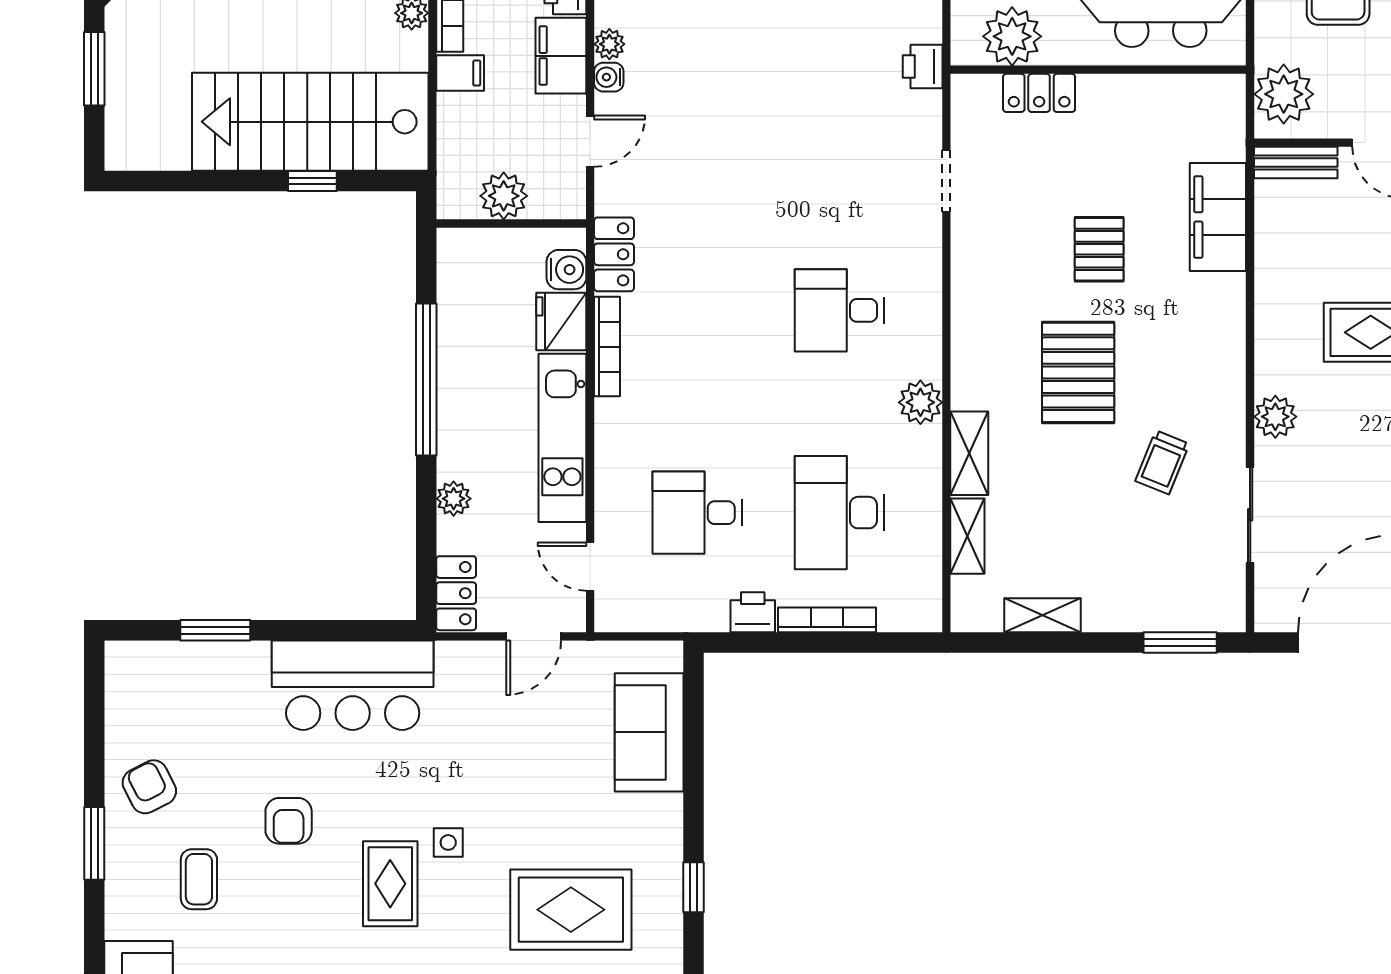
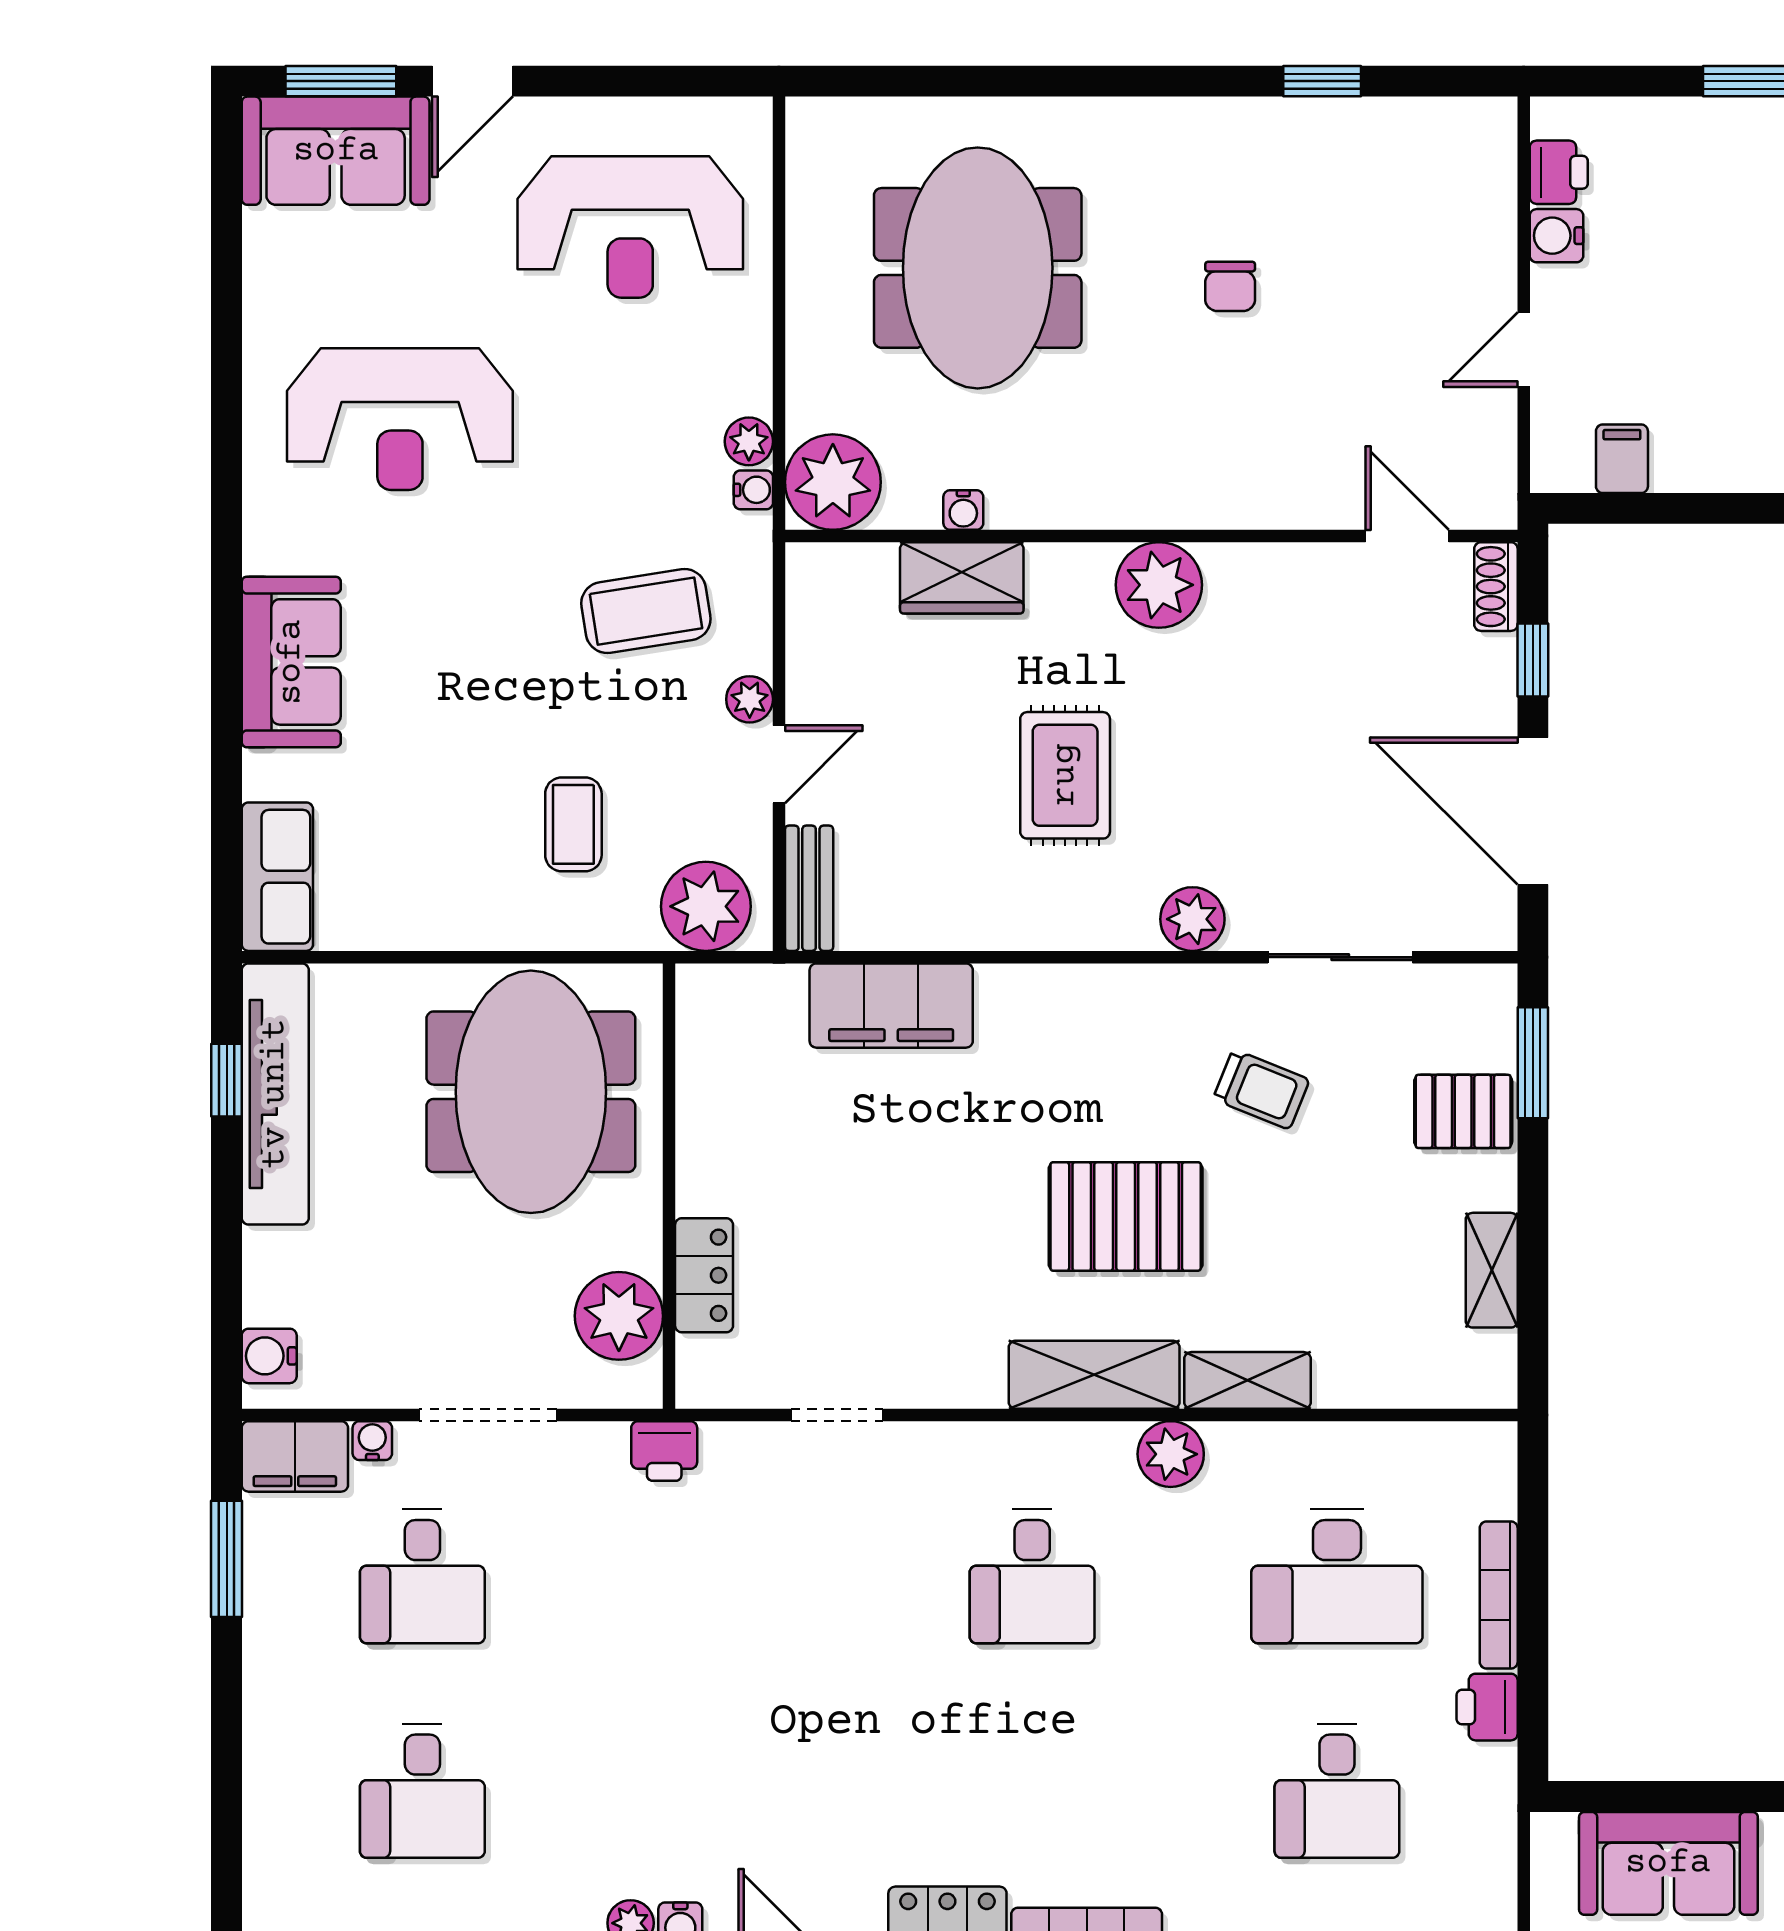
pallet: (1099, 249) -> (1463, 1111), moved
shelving: (967, 536) -> (1094, 1375), moved, width x1.50, depth x1.33

